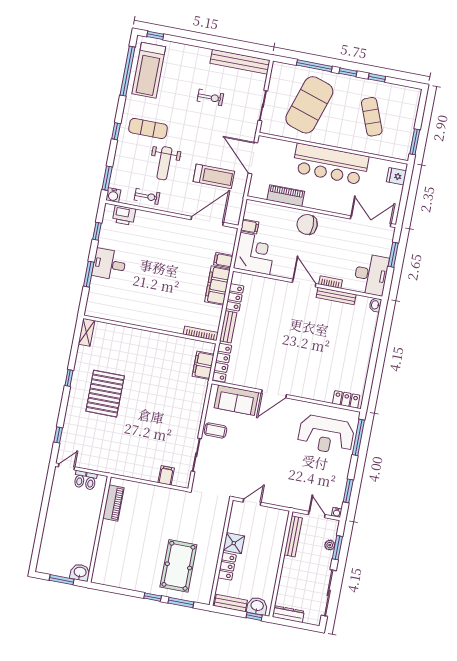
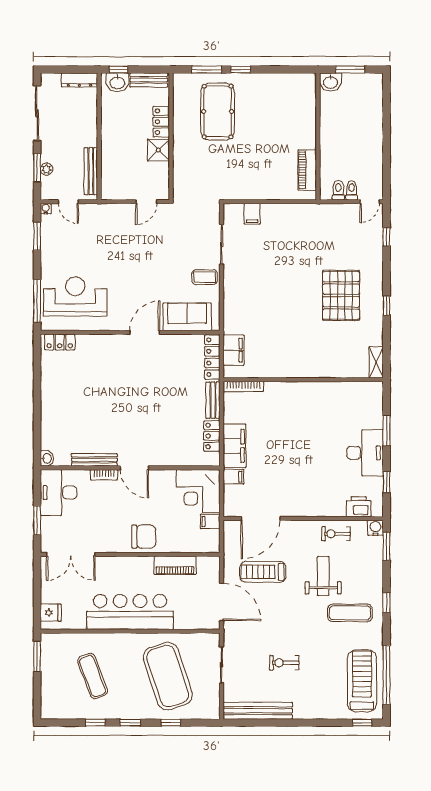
window: (314, 66) -> (171, 723), width x0.46
exercise mat: (309, 105) -> (168, 676), turned -36
desk: (109, 264) -> (365, 453), width x1.37

